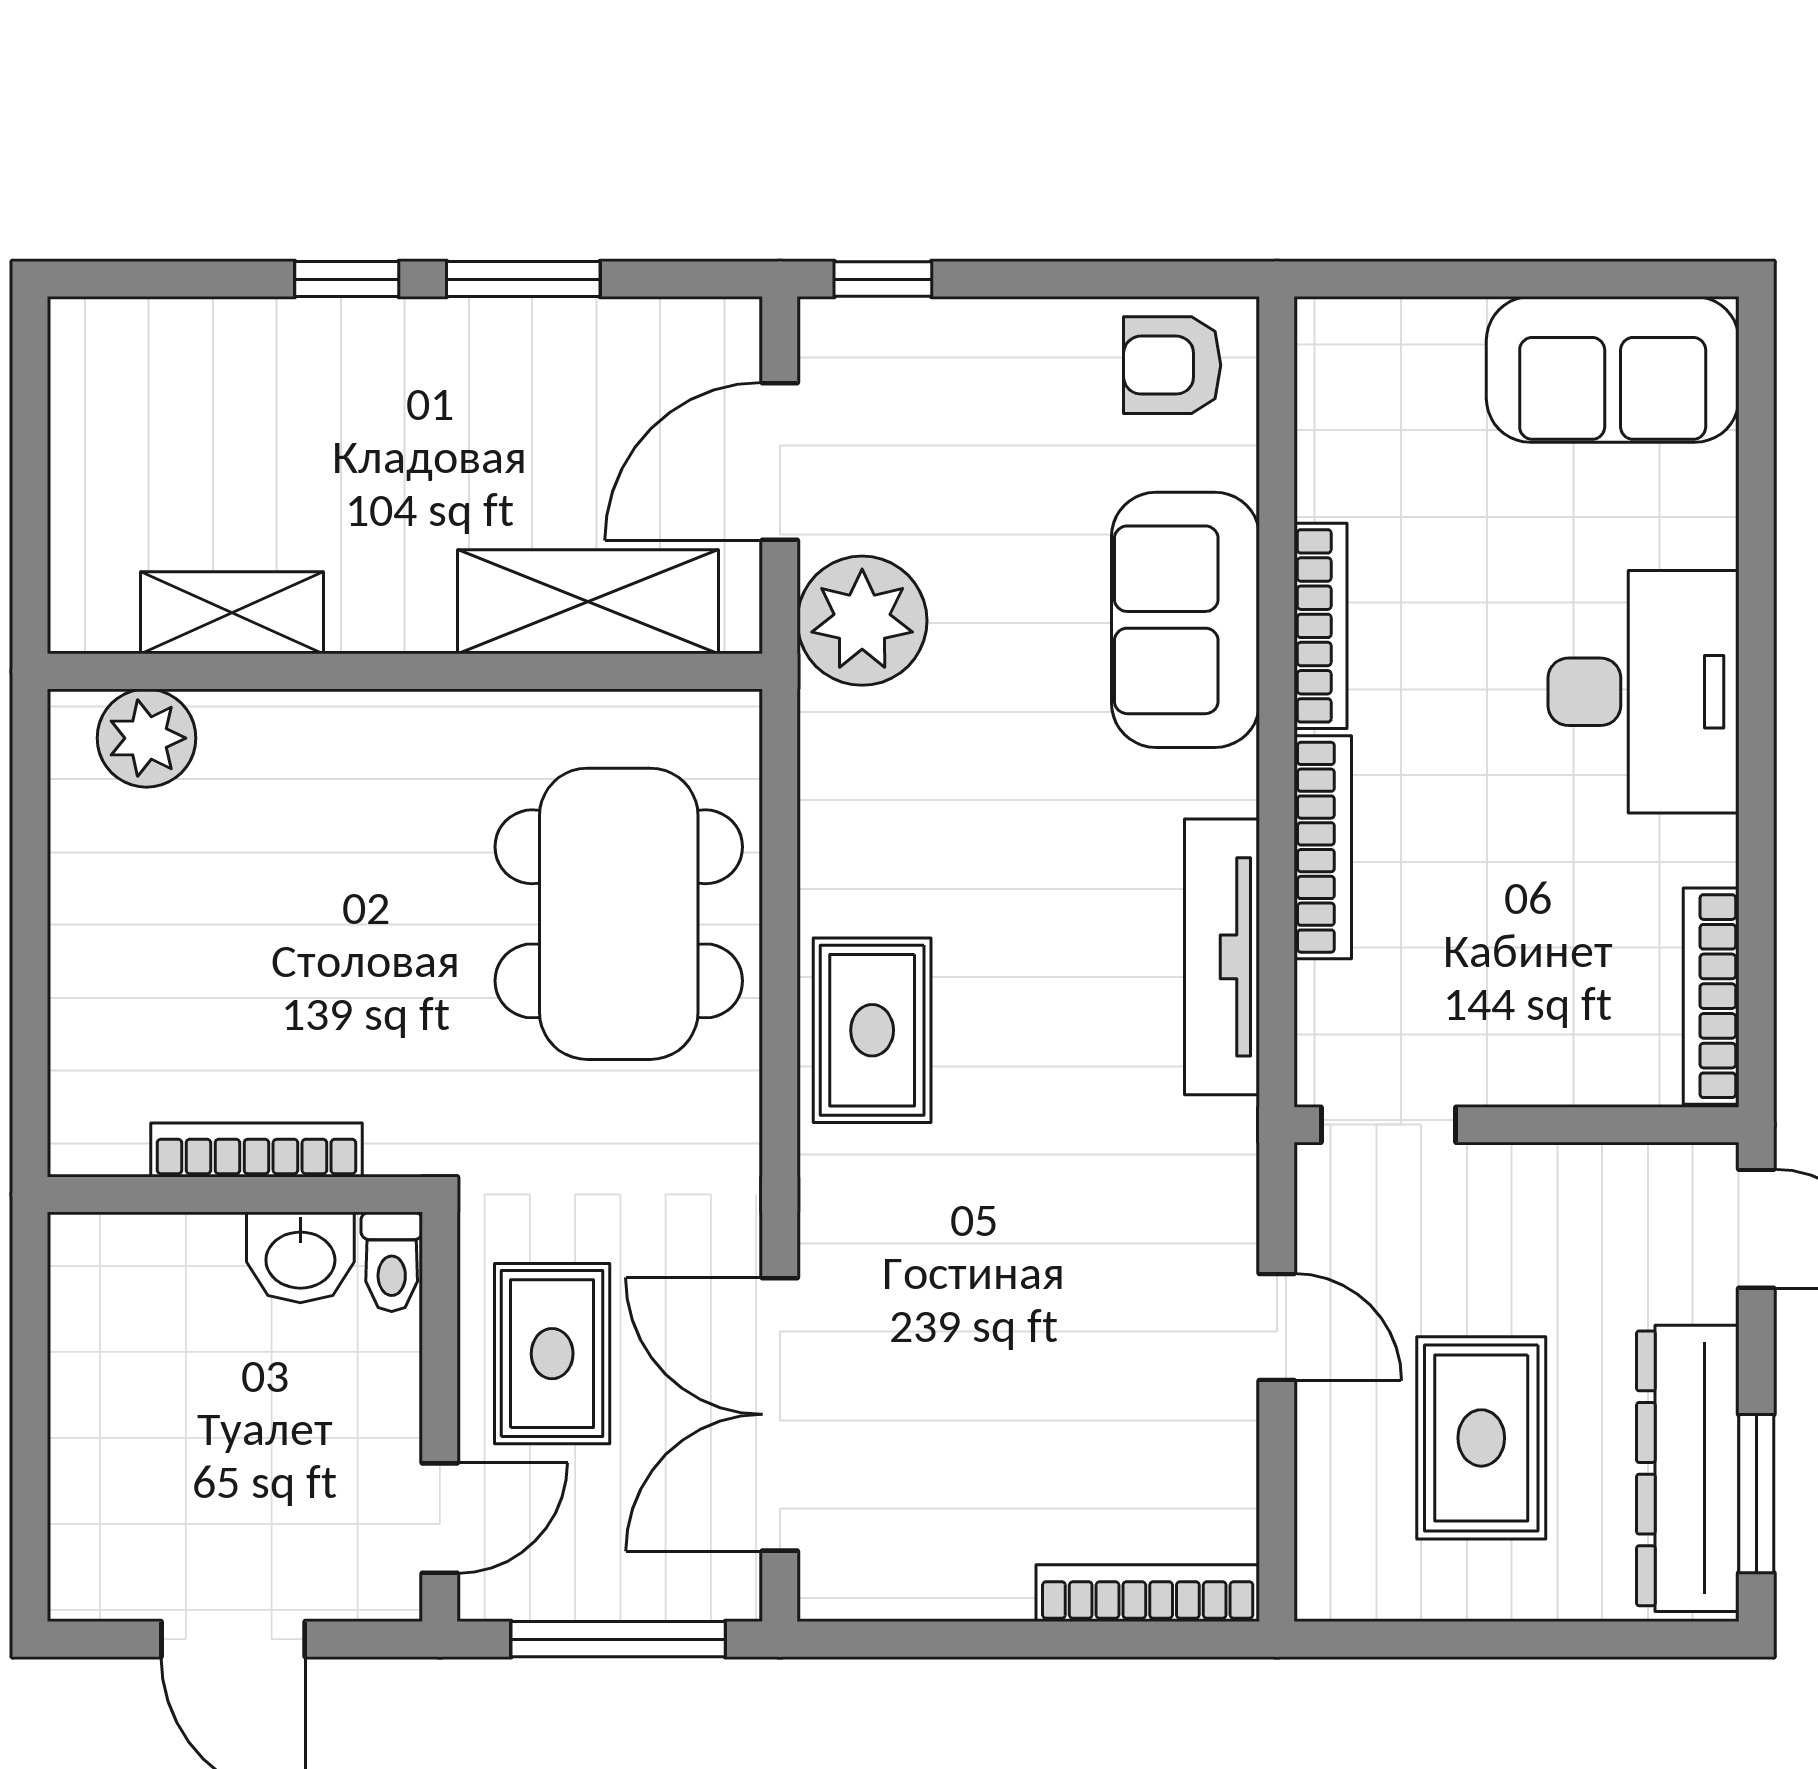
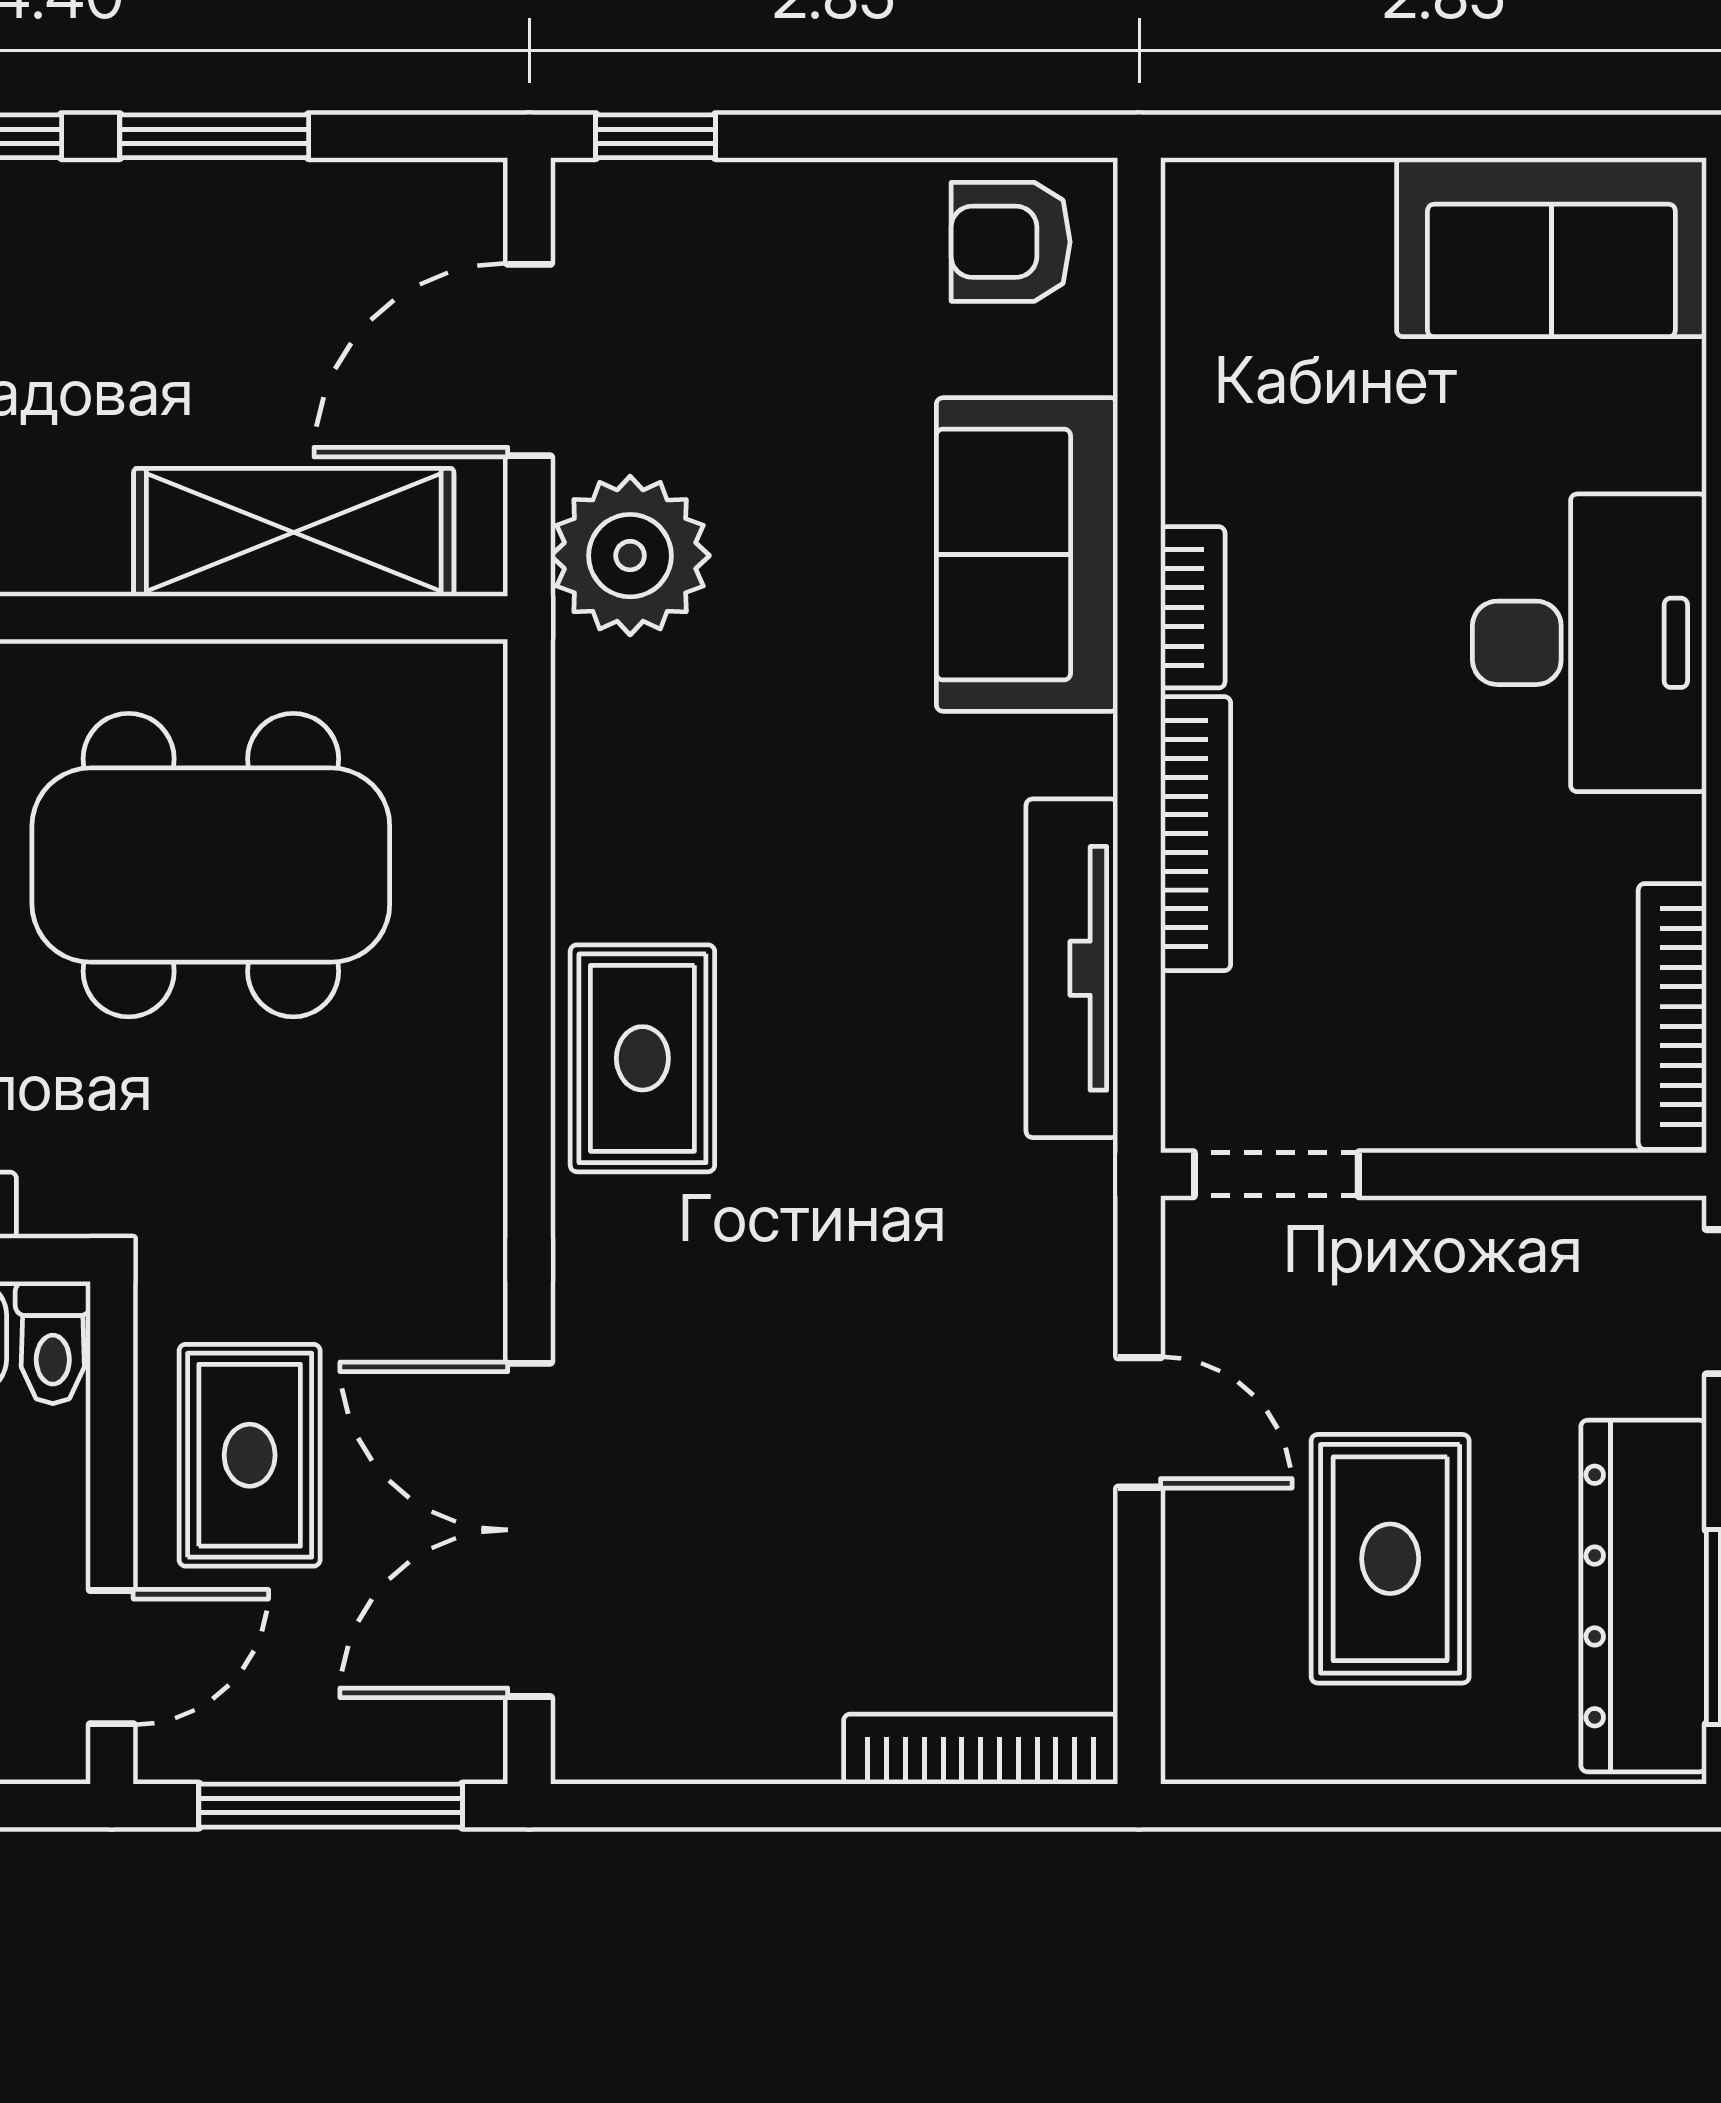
bookcase: (1320, 626) -> (1193, 607), width x0.64
dining table: (619, 914) -> (211, 865), moved, turned 90

